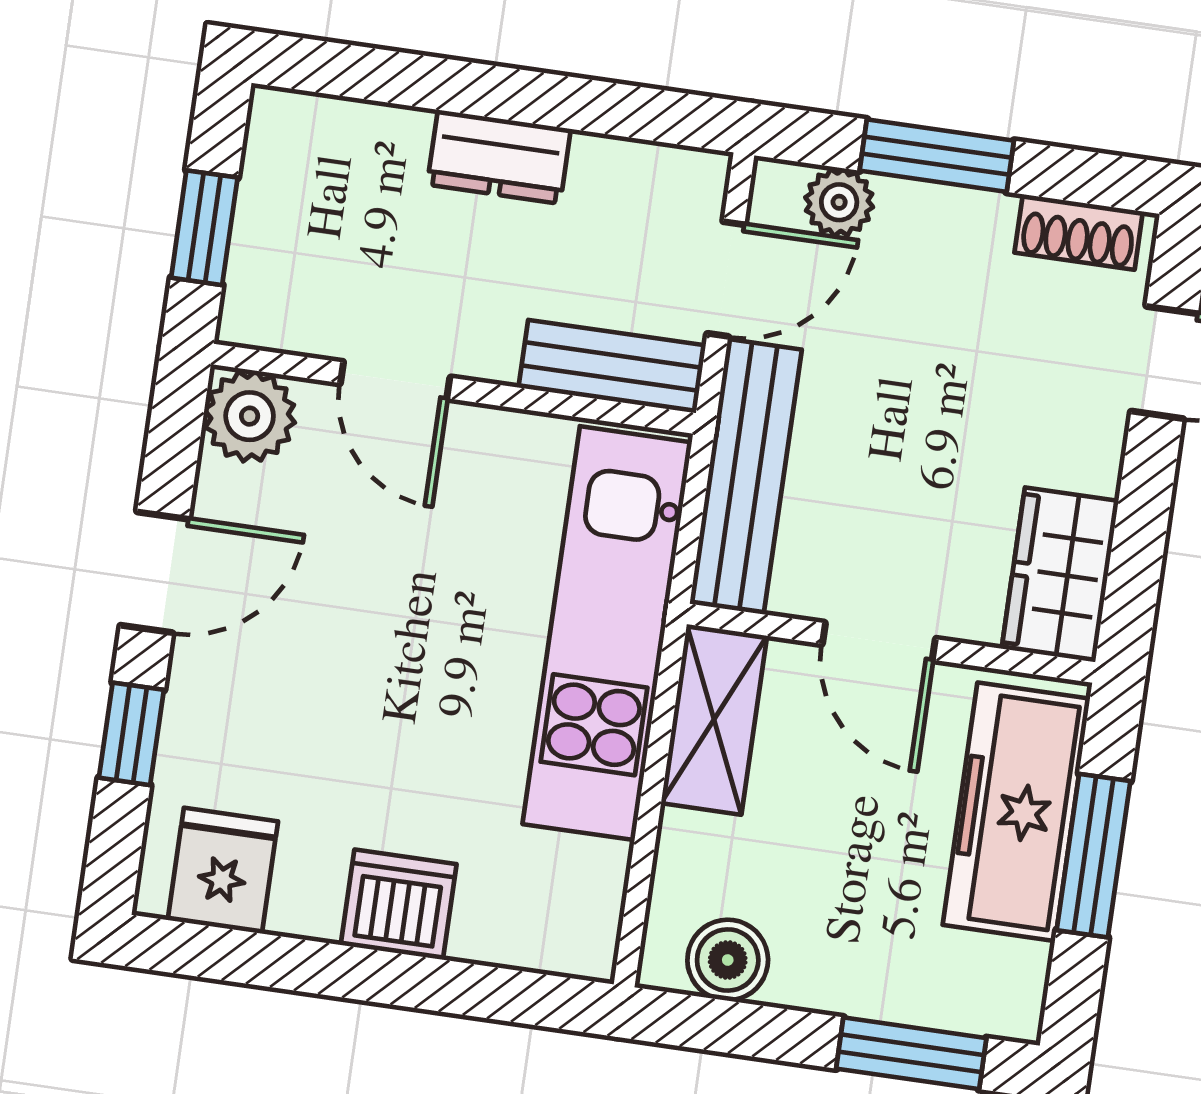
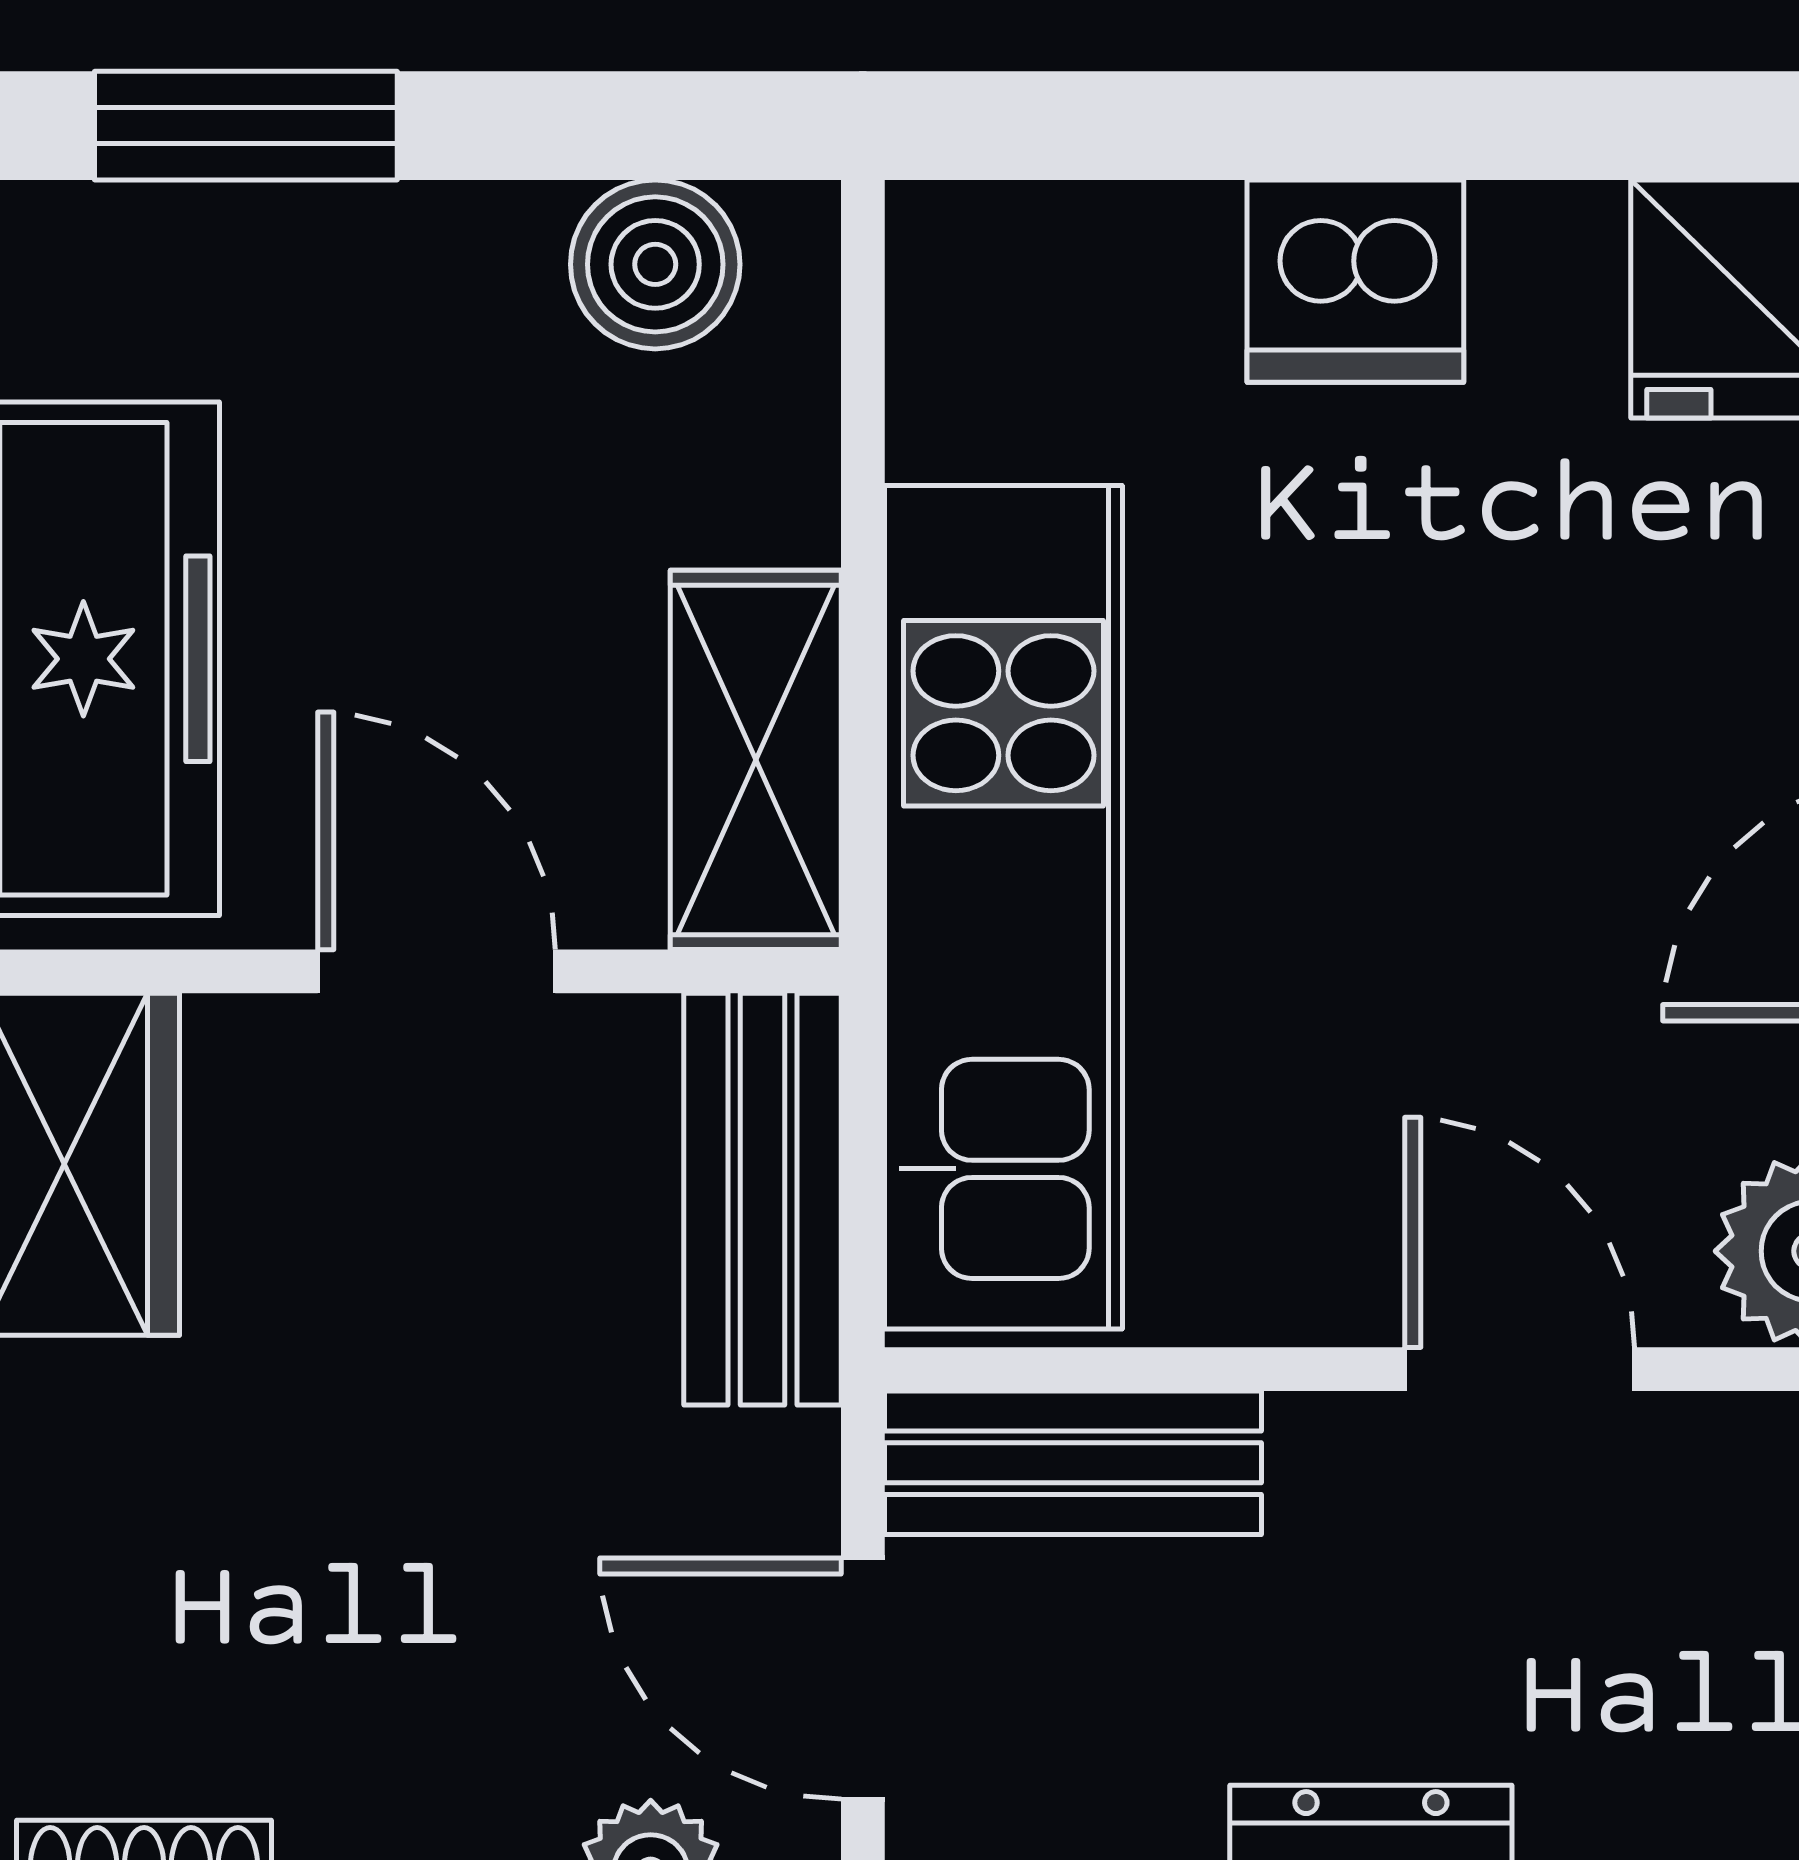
door: (726, 279) -> (863, 1679), hinge flipped
bench: (746, 477) -> (762, 1199), width x0.73

